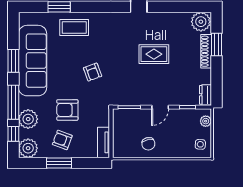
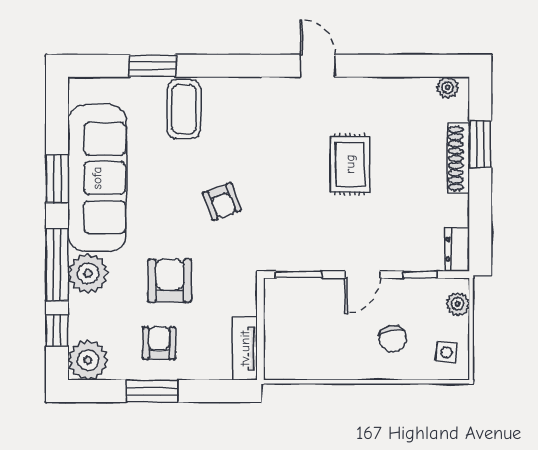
plant: (201, 22) -> (448, 87), width x0.53, depth x0.53
coffee table: (74, 28) -> (184, 109), turned 90
rug: (154, 54) -> (350, 164), turned 90
armchair: (67, 110) -> (170, 281), turned 90
plant: (28, 119) -> (88, 273), moved
armchair: (62, 140) -> (159, 343), turned 70
chair: (148, 144) -> (393, 339), moved

